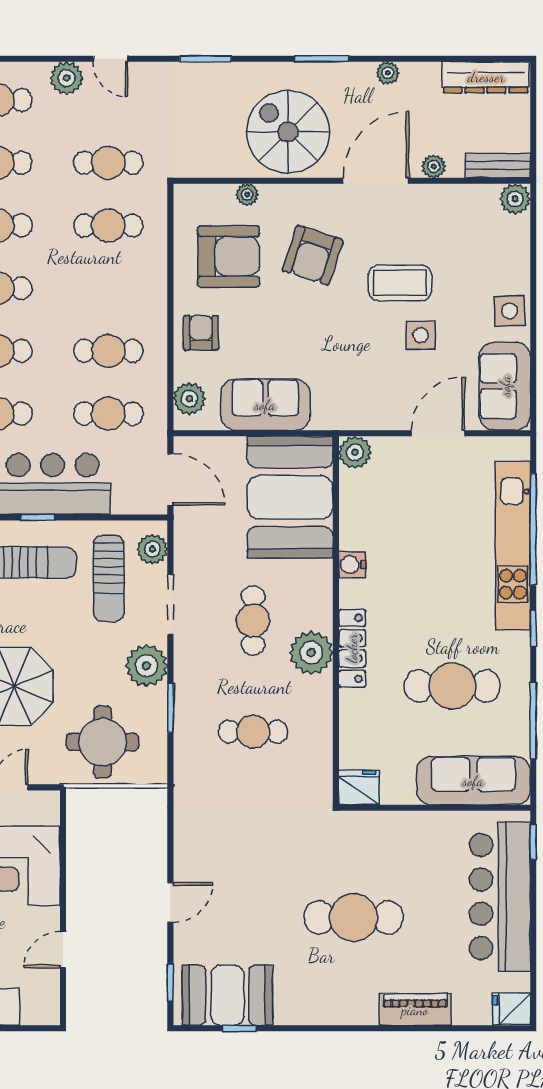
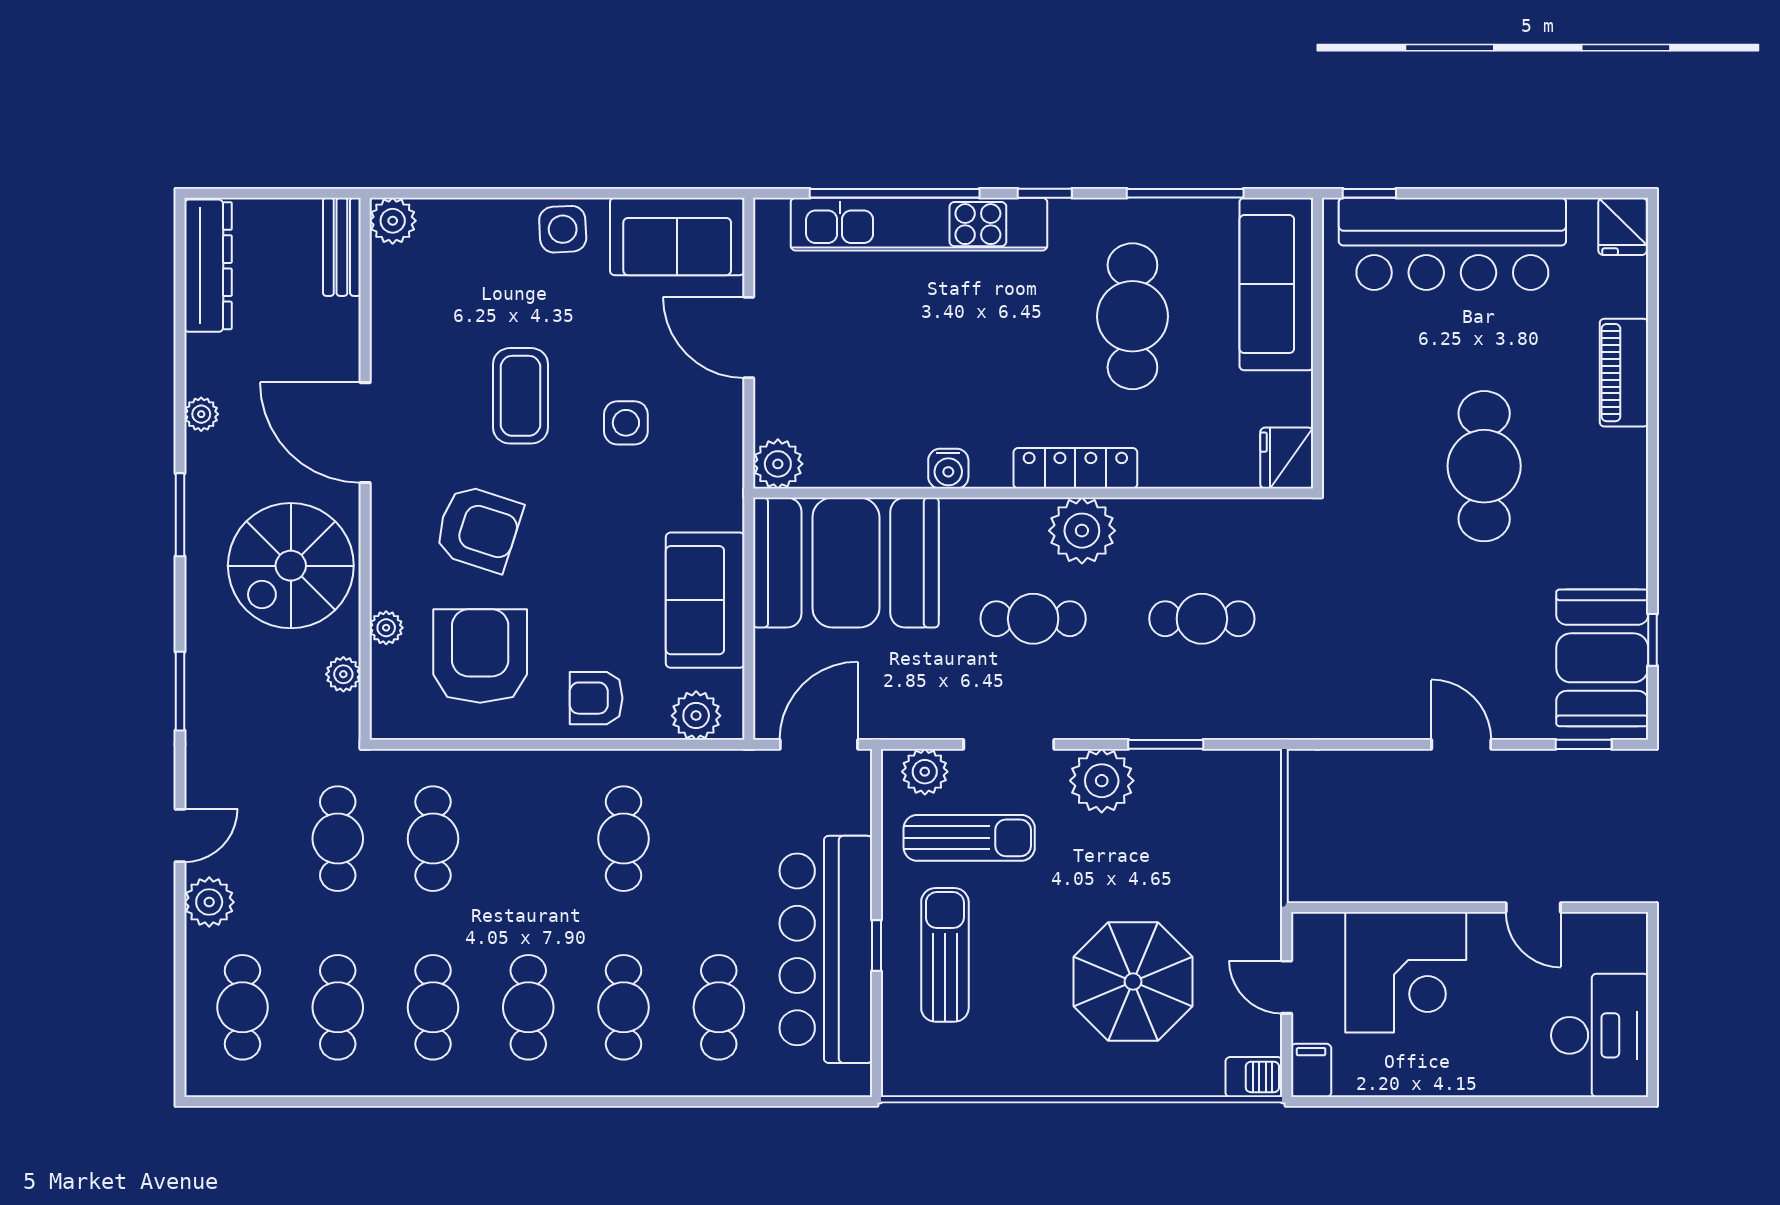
plant: (434, 166) -> (343, 674), moved
side table: (421, 335) -> (626, 423), moved
cafe table: (108, 414) -> (719, 839), removed
cafe table: (253, 732) -> (1202, 619), turned 90
round table: (103, 742) -> (1218, 847), removed

